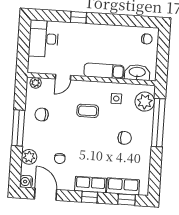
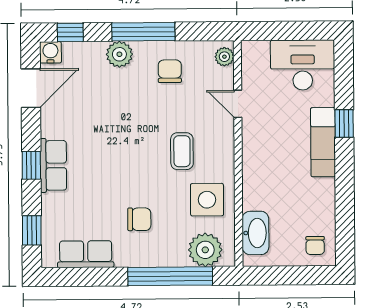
exam couch: (104, 71) -> (323, 142), moved, turned 180
side table: (116, 99) -> (207, 200), width x1.87, depth x1.87
chair: (125, 138) -> (139, 219), turned -90
plant: (29, 157) -> (119, 54), moved
chair: (60, 158) -> (95, 108), removed
window: (15, 170) -> (70, 32), added
row of seats: (123, 186) -> (86, 254), moved, turned -90

